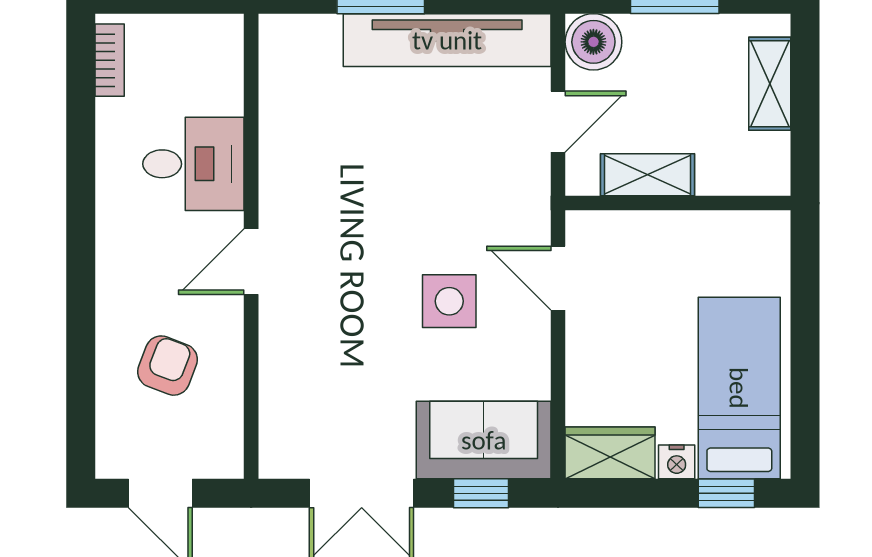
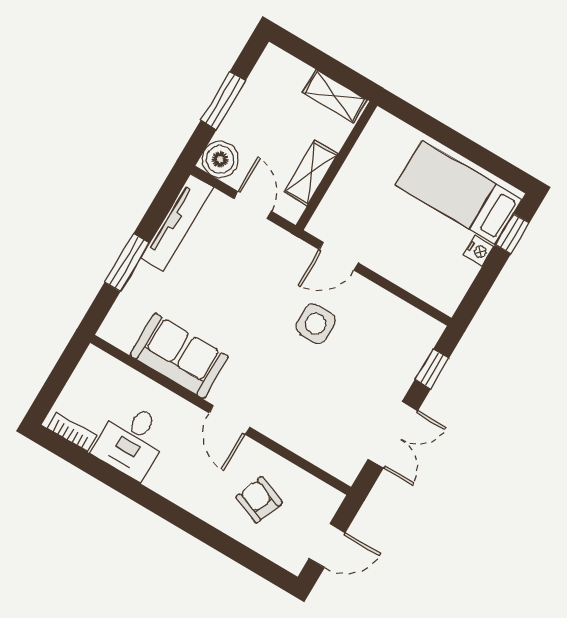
tv unit: (447, 40) -> (177, 222), width x0.73, depth x0.78
shelving: (770, 84) -> (335, 96), moved
desk: (193, 164) -> (131, 440), moved, turned 180
sofa: (484, 440) -> (179, 356), moved, turned 90
wardrobe: (610, 453) -> (452, 285), removed

